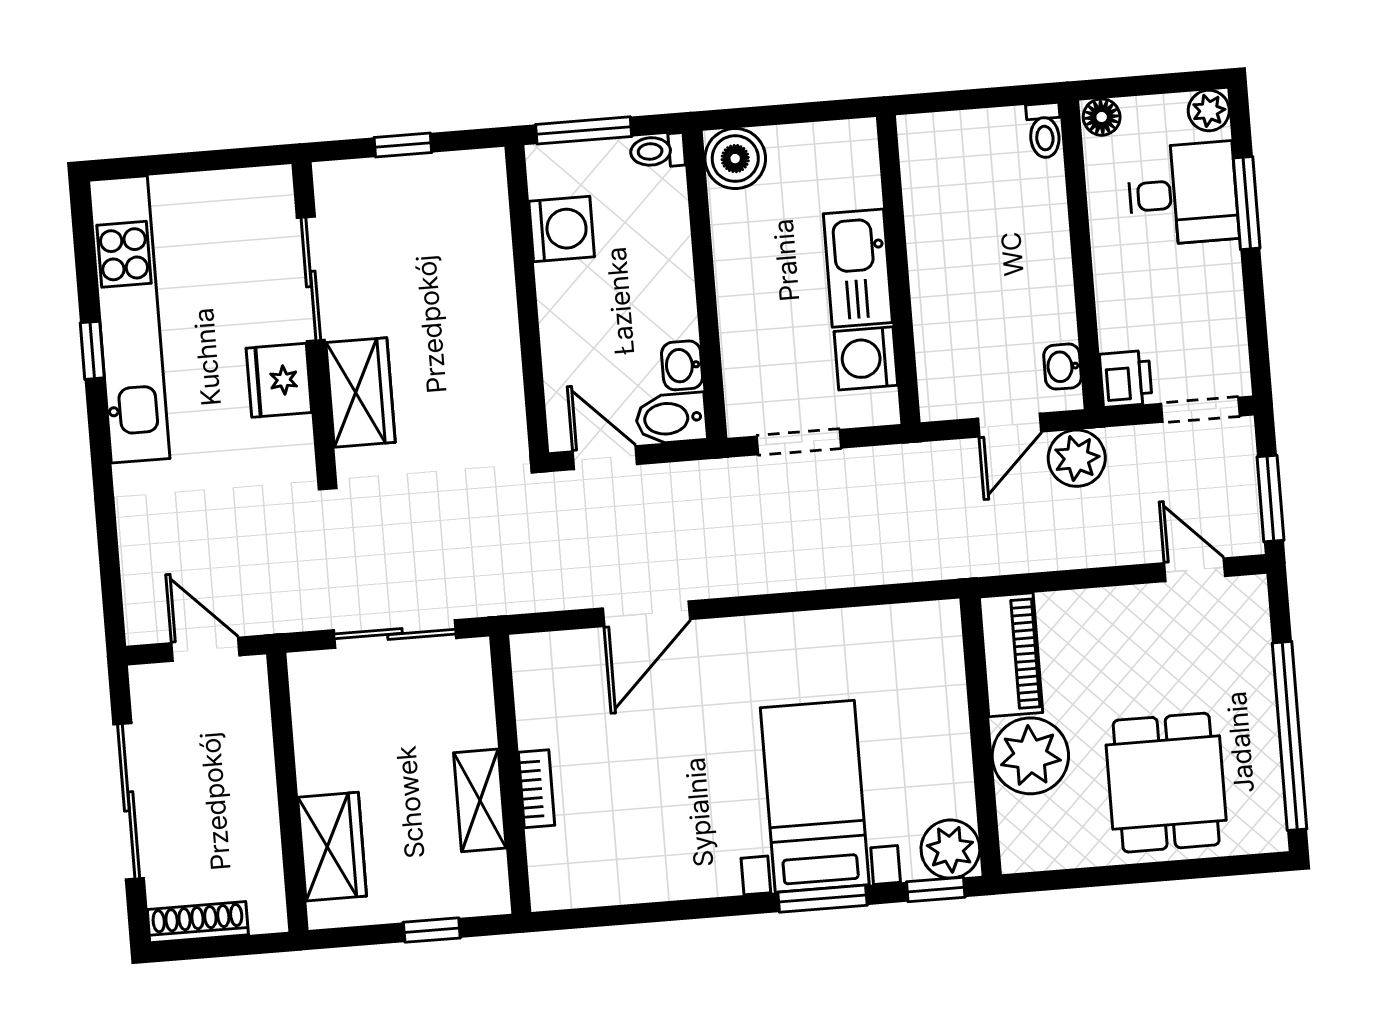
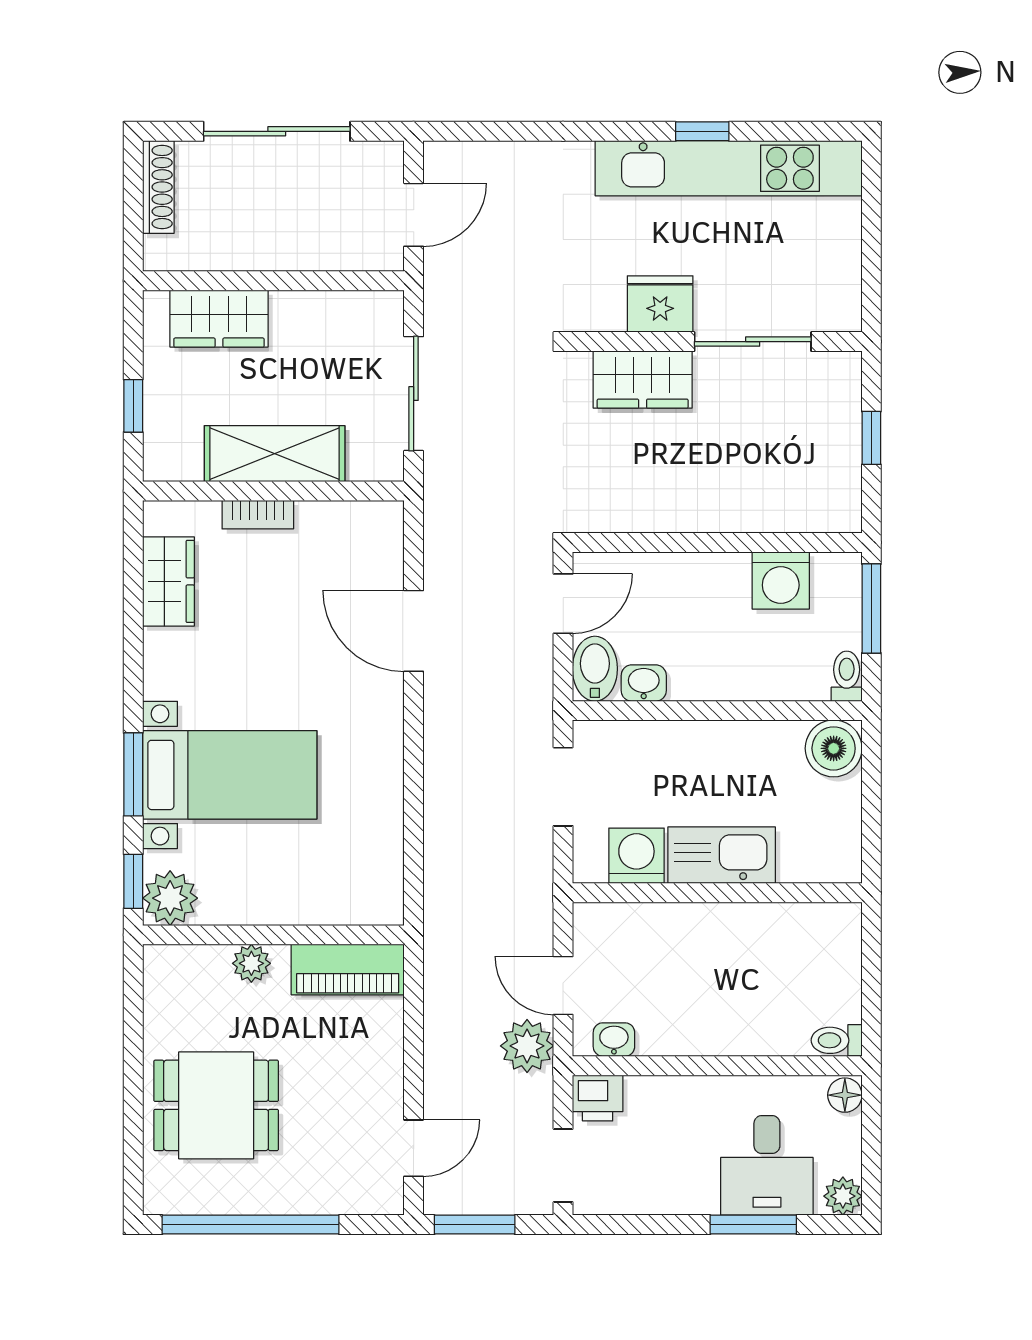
plant: (1030, 756) -> (251, 963), width x0.53, depth x0.53
shelving: (480, 800) -> (275, 454), width x1.50, depth x1.33
wardrobe: (615, 878) -> (168, 581), added

